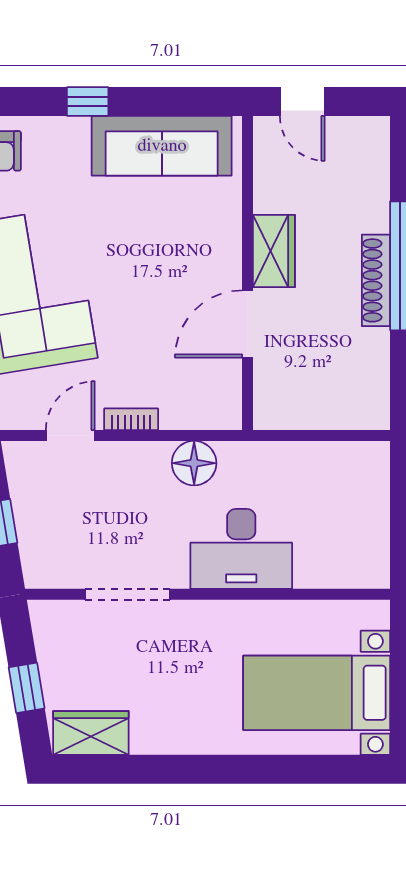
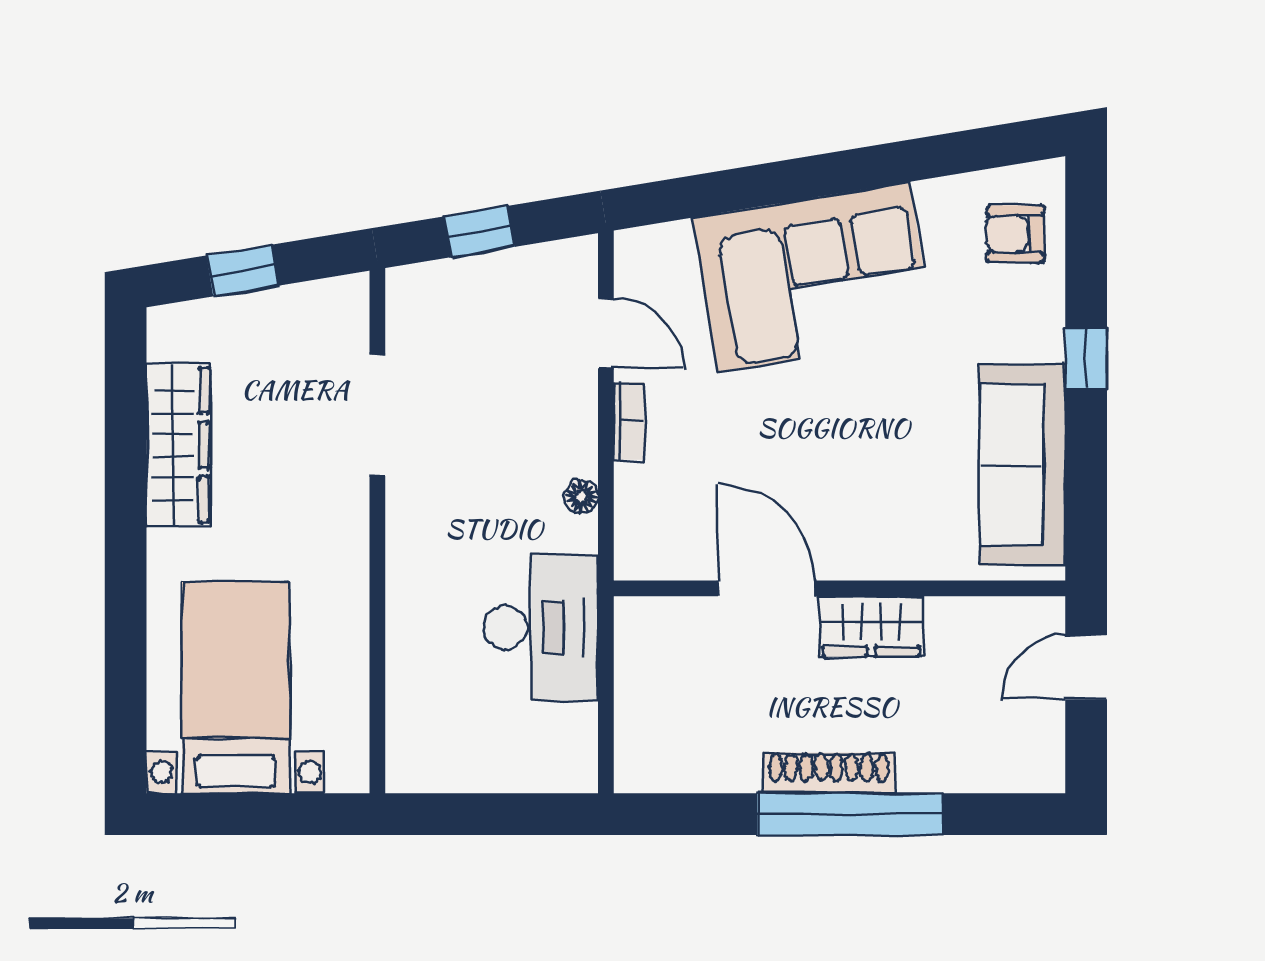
floor lamp: (194, 463) -> (581, 496), width x0.53, depth x0.53
desk: (241, 549) -> (541, 627), moved, turned 180
wardrobe: (91, 733) -> (178, 445), moved, width x1.50

